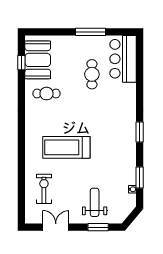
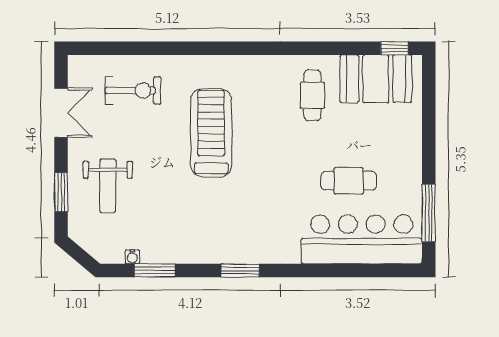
window: (91, 32) -> (429, 213), moved
bar counter: (123, 59) -> (362, 239), width x1.36
window: (21, 63) -> (395, 48), moved
weight bench: (95, 202) -> (108, 186), turned 90

